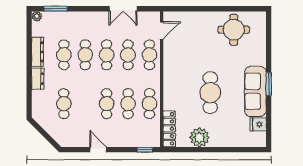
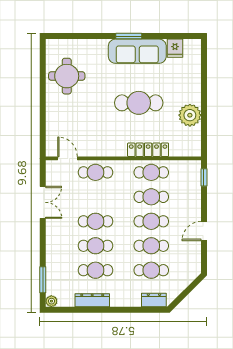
cafe table: (128, 55) -> (151, 246), moved
dresser: (38, 79) -> (154, 300), moved
locker: (169, 129) -> (148, 150), moved

